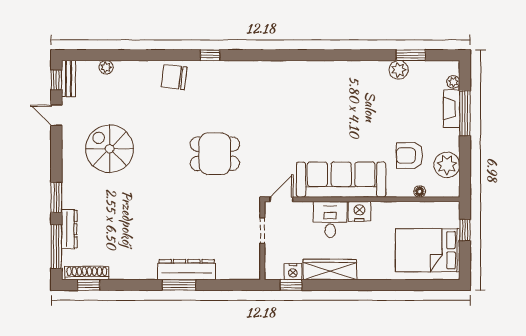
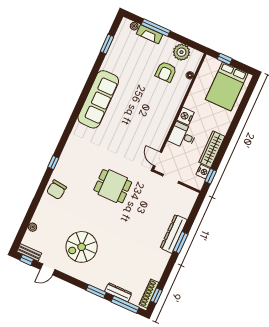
plant: (399, 70) -> (112, 55), removed
dining table: (215, 154) -> (113, 186), turned 90
sofa: (341, 180) -> (98, 99), moved, turned 180

